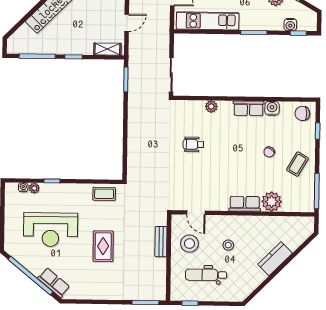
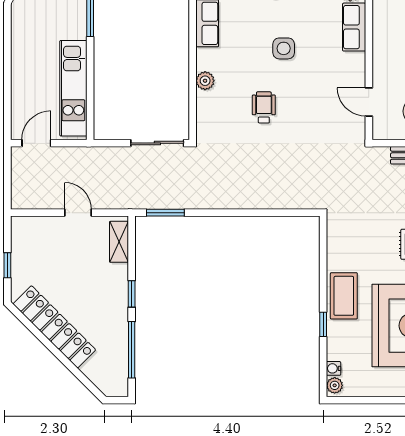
wheelchair: (193, 144) -> (264, 107), turned 180
side table: (232, 158) -> (284, 48), added
plant: (34, 188) -> (335, 385), moved
coffee table: (104, 194) -> (344, 296), moved, width x1.36, depth x1.30
door: (196, 213) -> (369, 102), swing flipped

